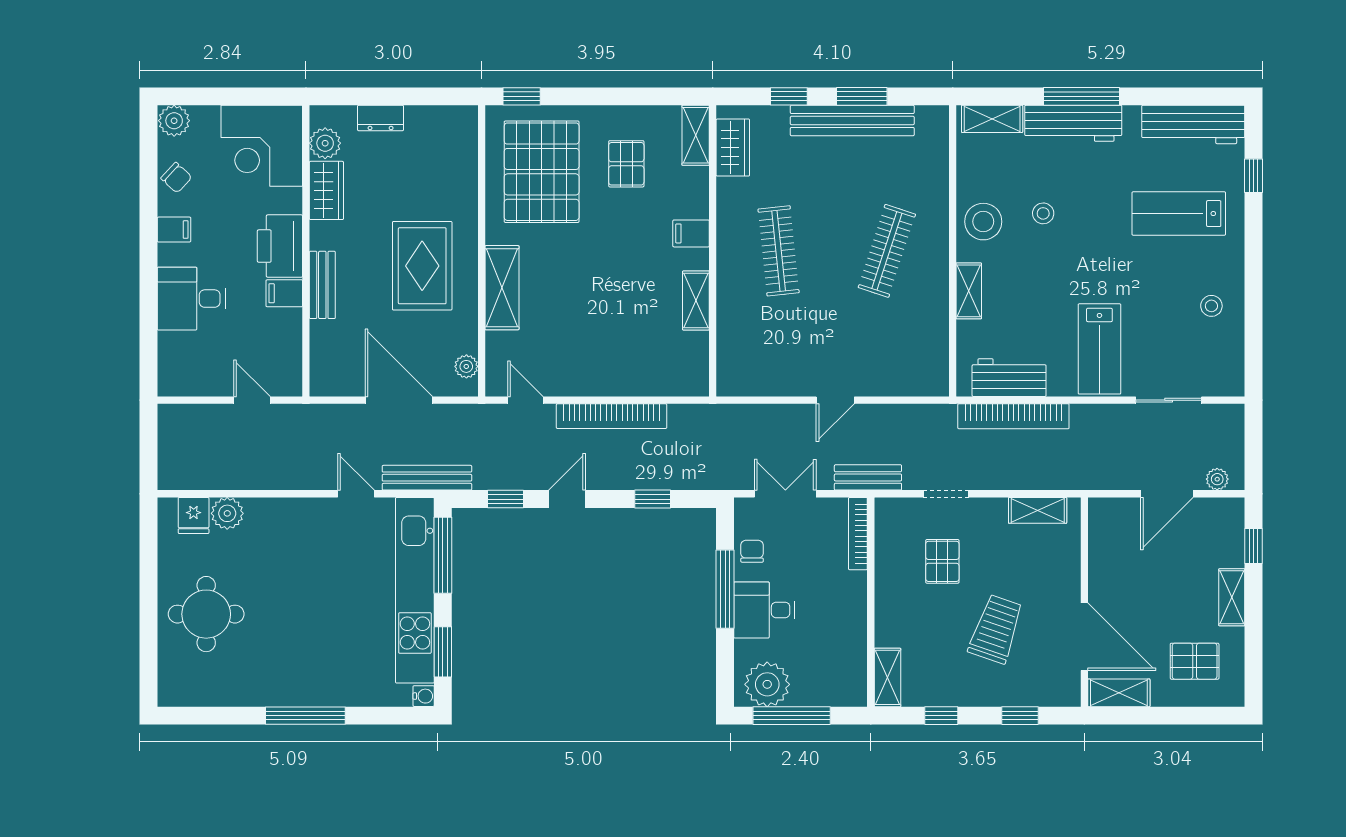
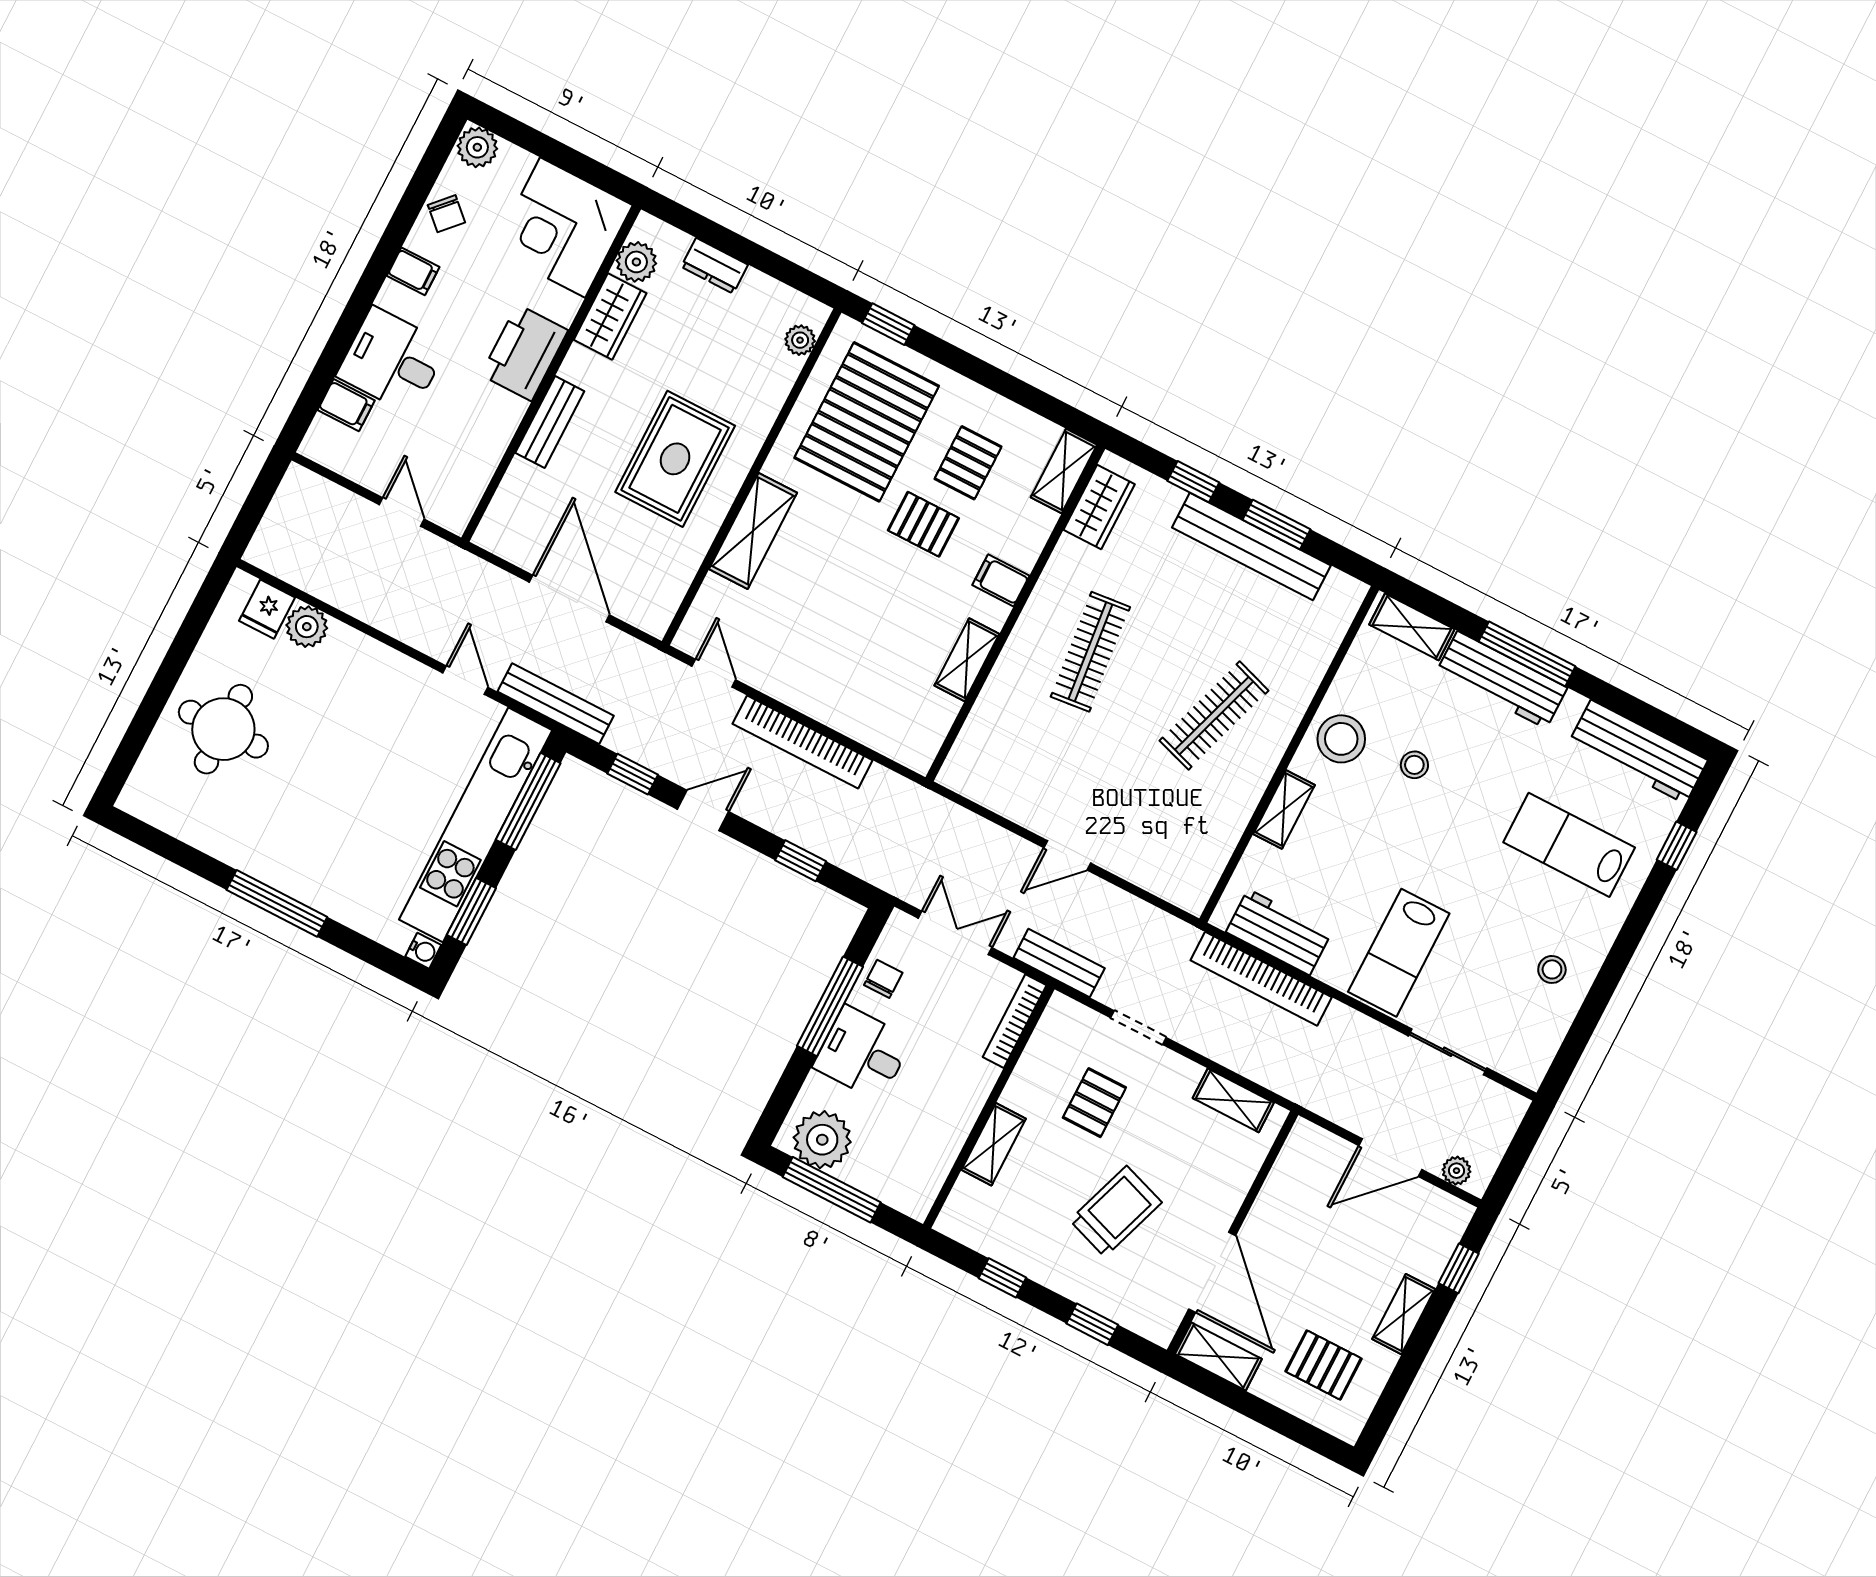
pallet: (617, 222) -> (923, 524), added
filing cabinet: (284, 293) -> (346, 405), moved, turned 180
plant: (466, 366) -> (800, 340), moved
shelving: (887, 677) -> (994, 1144), moved

